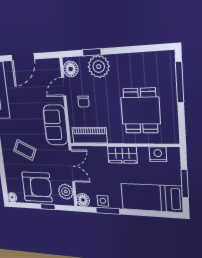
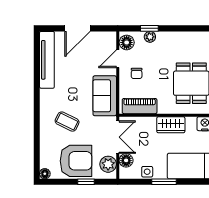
plant: (99, 67) -> (150, 37), width x0.53, depth x0.53
floor lamp: (83, 200) -> (126, 160), moved
window: (108, 211) -> (164, 182), moved

